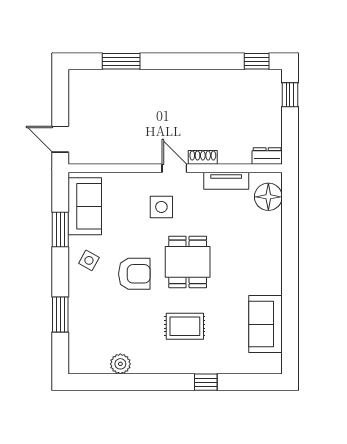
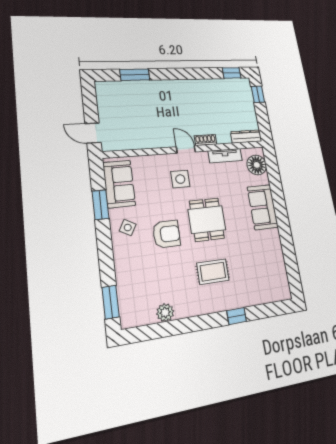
dresser: (267, 156) -> (246, 136), width x1.44
window: (60, 315) -> (111, 302), moved
sofa: (265, 324) -> (263, 207), moved

